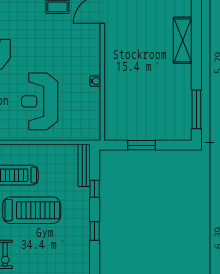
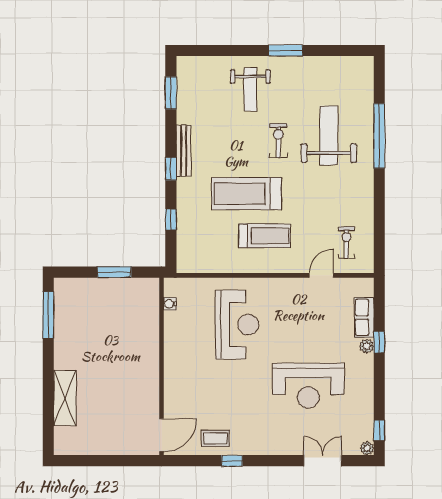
water cooler: (95, 81) -> (170, 304), moved
bench: (84, 165) -> (183, 151), moved

